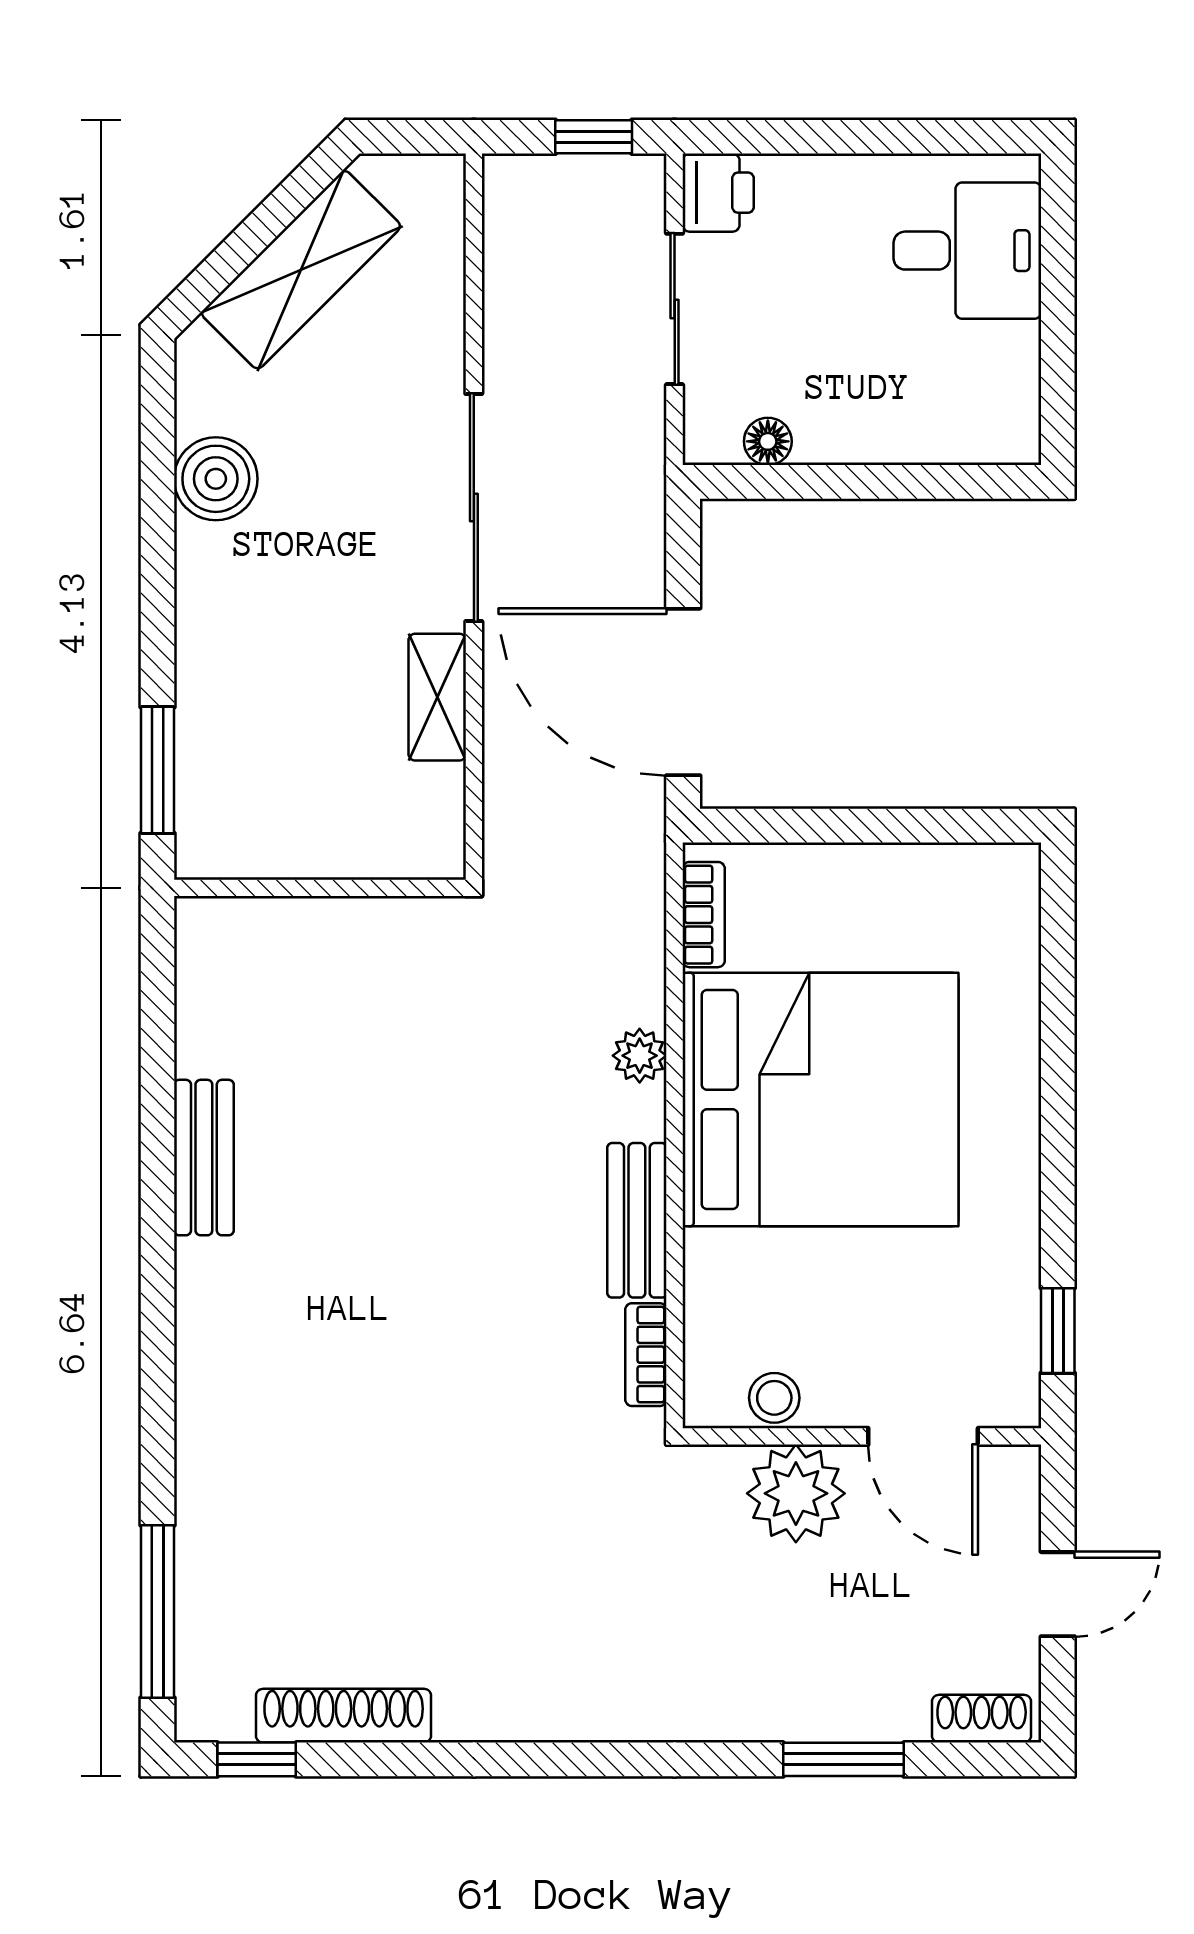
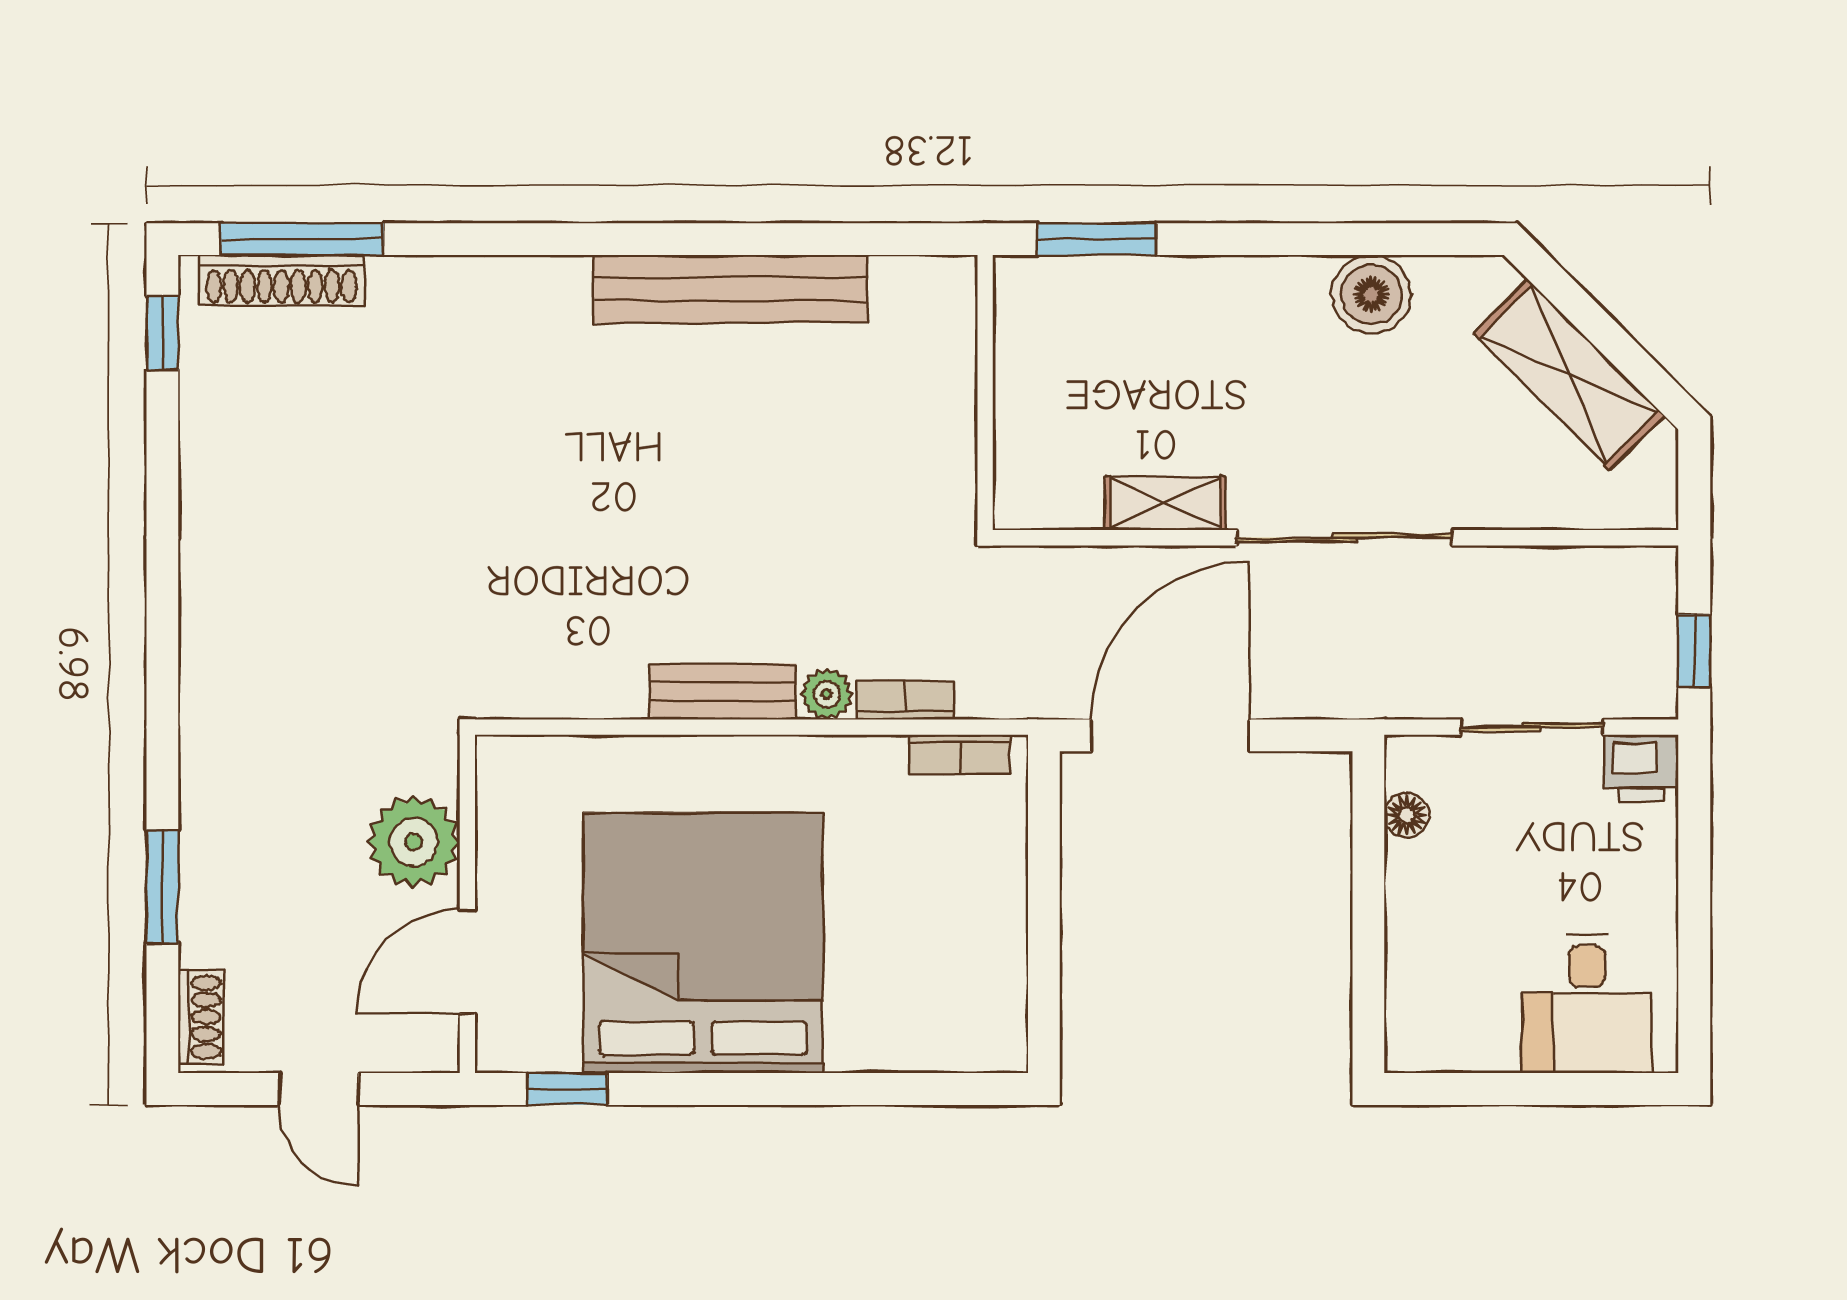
bed: (820, 1099) -> (703, 943), moved, turned 180
bench: (204, 1158) -> (731, 289), width x1.86, depth x1.21
bench: (637, 1220) -> (723, 692), moved
bookcase: (646, 1355) -> (906, 700), moved
stool: (774, 1398) -> (504, 821), removed
shoe rack: (344, 1716) -> (281, 280), moved, turned 90

